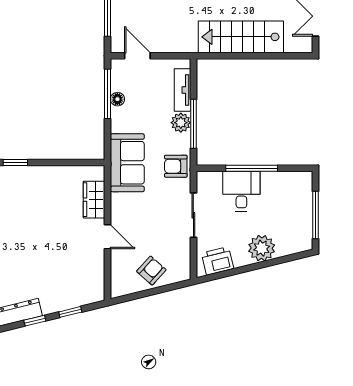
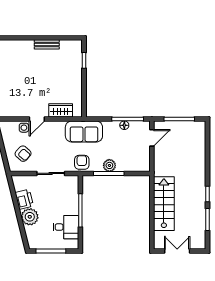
tv unit: (182, 90) -> (130, 167), removed
desk: (241, 191) -> (66, 227), moved
side table: (121, 257) -> (24, 128), added
printer: (218, 261) -> (24, 199), moved
armchair: (151, 271) -> (23, 154), moved

